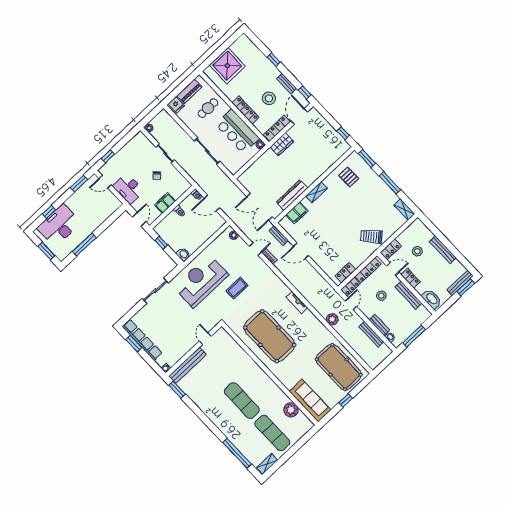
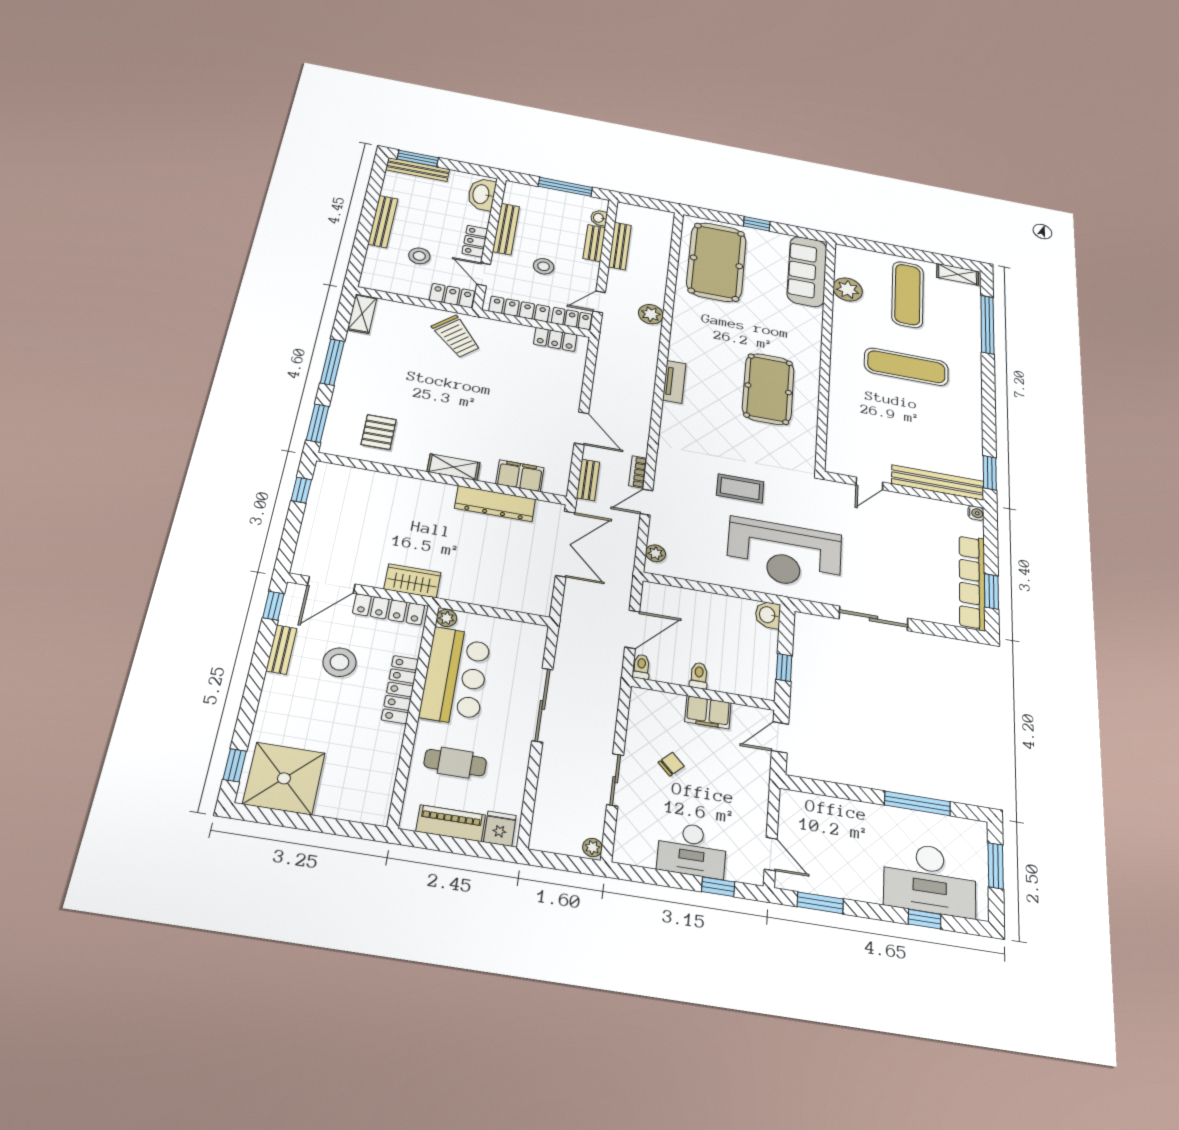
window: (274, 60) -> (235, 765), moved
shower: (227, 66) -> (284, 778), moved
desk: (128, 189) -> (692, 850), moved, turned 90
door: (212, 203) -> (632, 629), hinge flipped
door: (255, 249) -> (647, 502), hinge flipped
pool table: (270, 336) -> (768, 389), width x0.73, depth x0.76
exercise mat: (242, 401) -> (906, 367), turned 90

